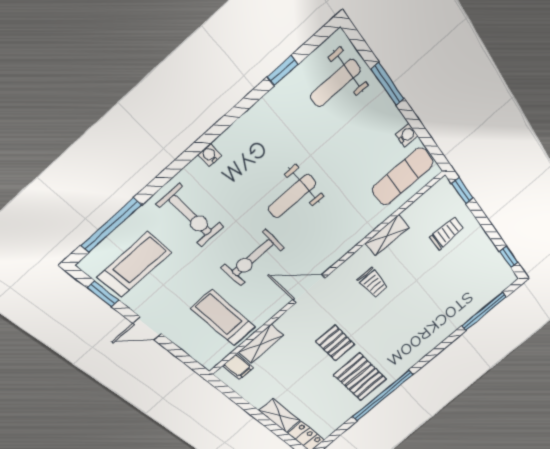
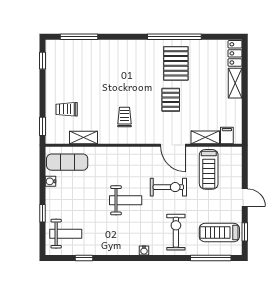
window: (388, 84) -> (43, 213), width x0.67
shelving: (387, 236) -> (83, 137), moved
door: (309, 289) -> (173, 145), moved

